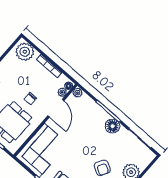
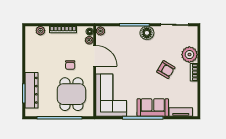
plant: (25, 52) -> (40, 31), width x0.53, depth x0.53

